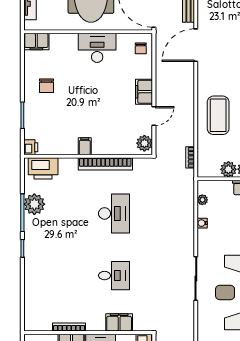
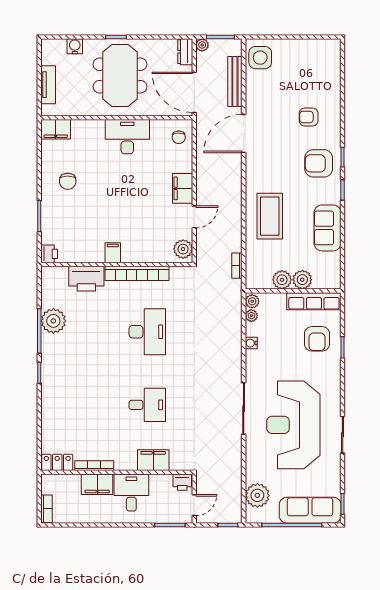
printer: (43, 168) -> (86, 279), moved
plant: (203, 188) -> (252, 301), added
locker: (38, 324) -> (57, 462), added

